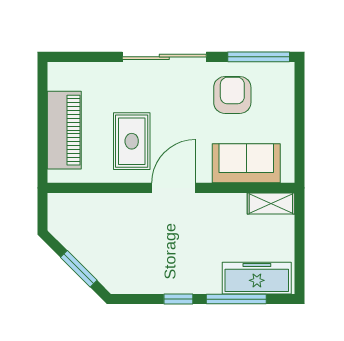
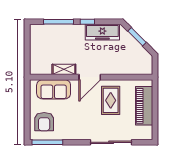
sliding door: (164, 57) -> (111, 142), moved
armchair: (232, 95) -> (44, 122), moved
shelving: (271, 203) -> (64, 69), moved
freezer: (257, 278) -> (102, 32), moved

